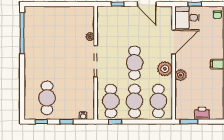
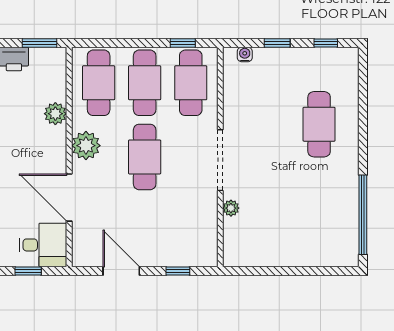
door: (174, 42) -> (69, 197), hinge flipped
plant: (181, 75) -> (55, 114), moved
cafe table: (47, 98) -> (319, 124), moved

